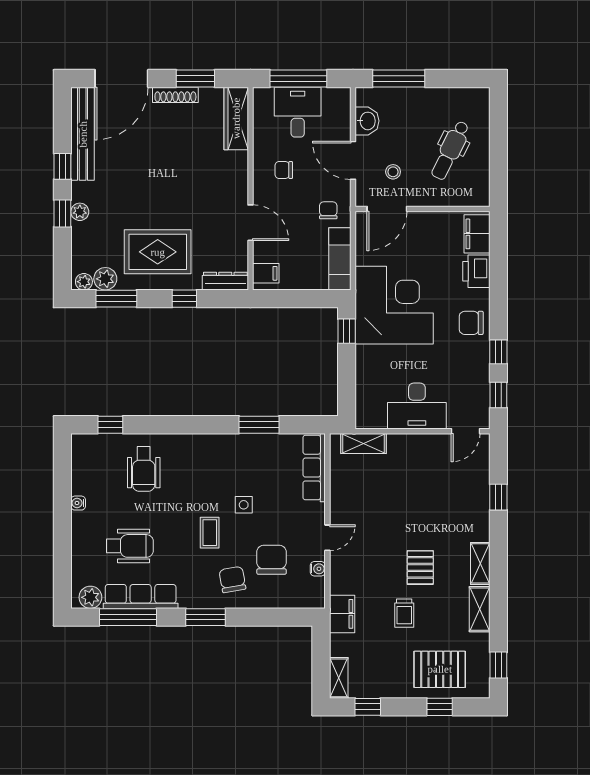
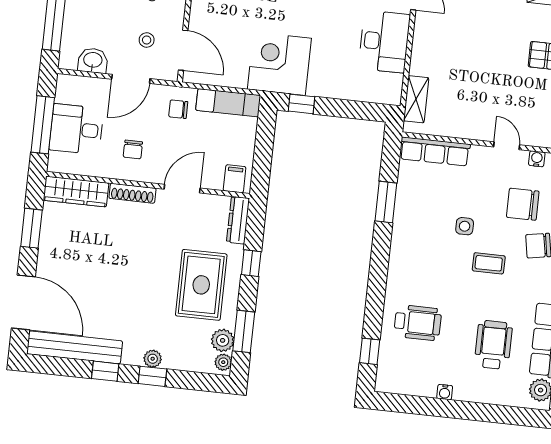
shoe rack: (175, 95) -> (132, 193), moved, turned 90
corner desk: (394, 305) -> (279, 64), width x0.74, depth x0.74

